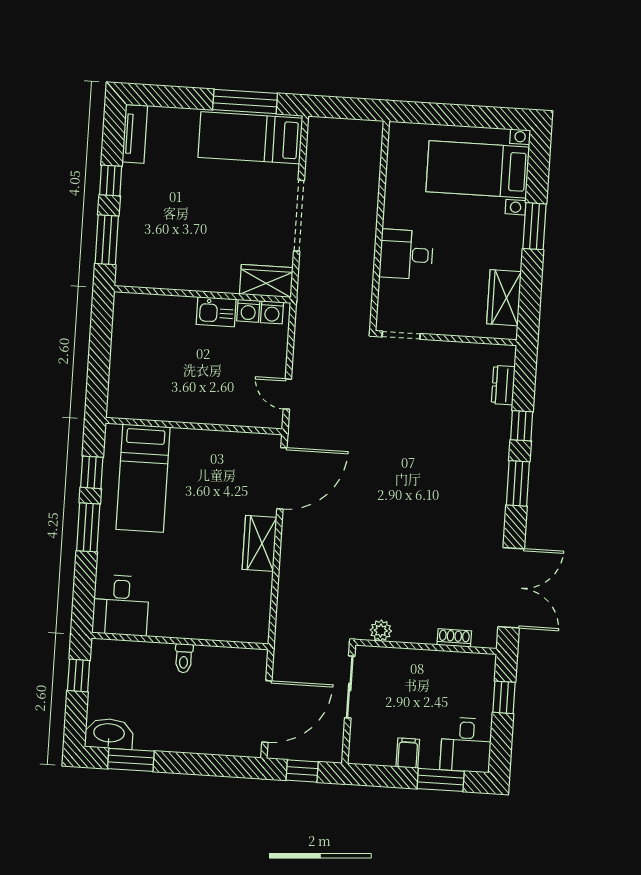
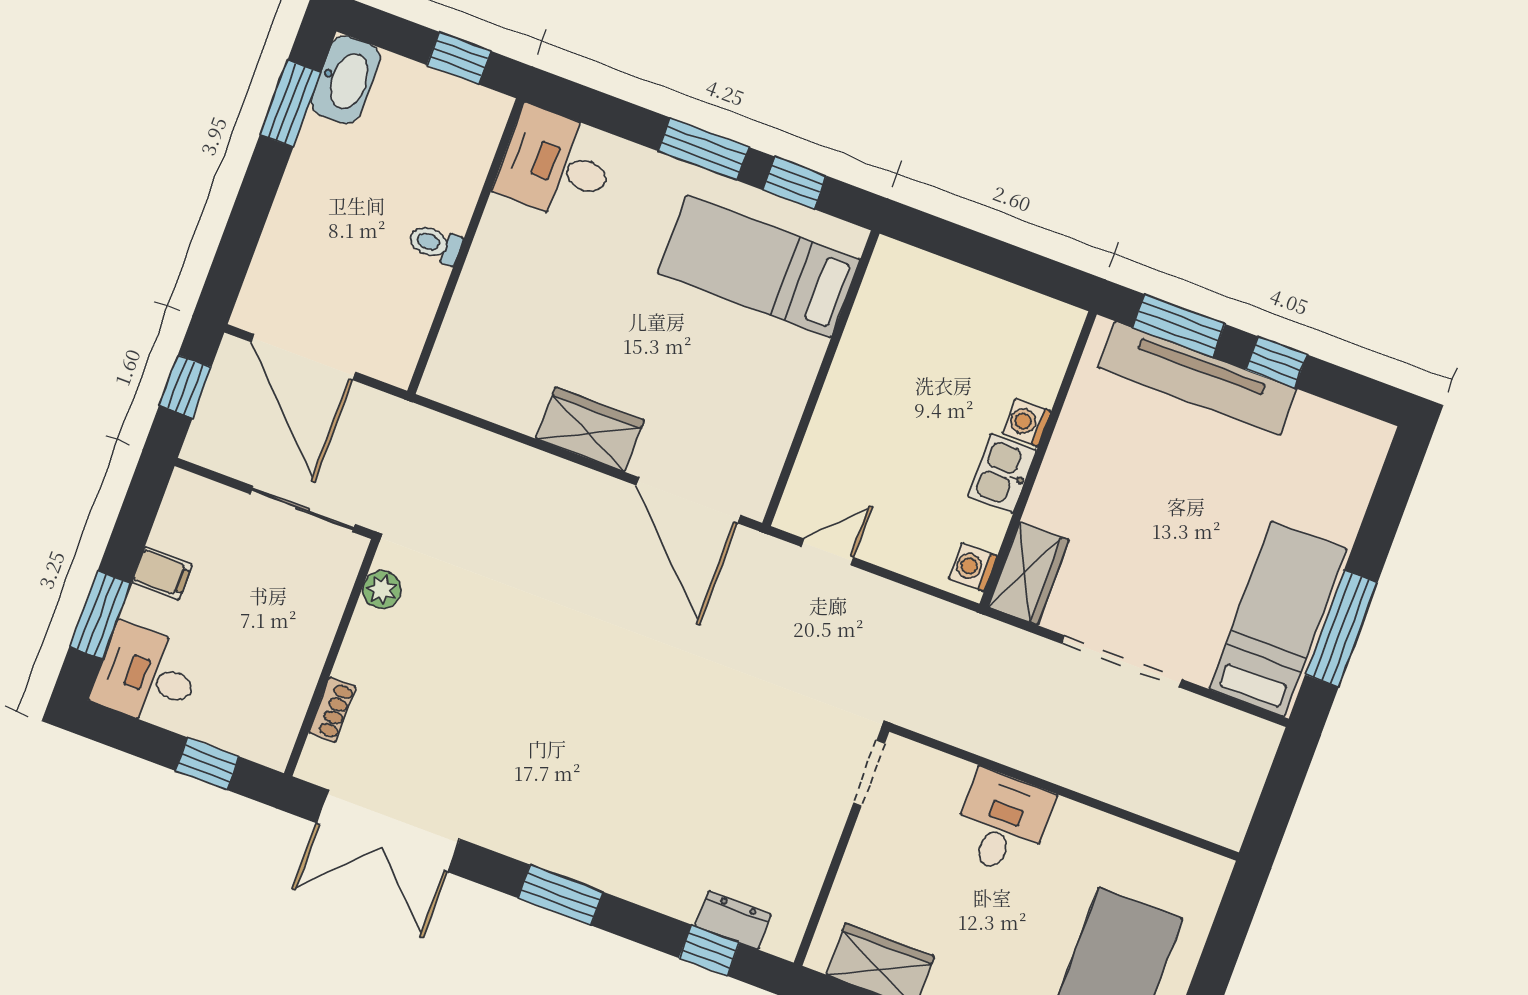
tv unit: (135, 134) -> (1197, 378), moved, width x1.92, depth x1.29
washing machine: (248, 311) -> (1027, 422), moved
window: (522, 426) -> (709, 950), moved

